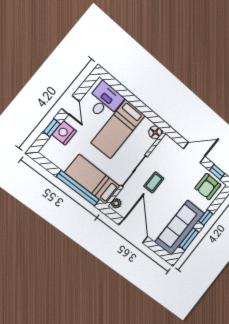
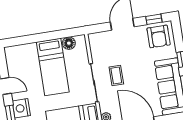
desk: (104, 101) -> (24, 59), removed
floor lamp: (155, 132) -> (69, 43), moved

